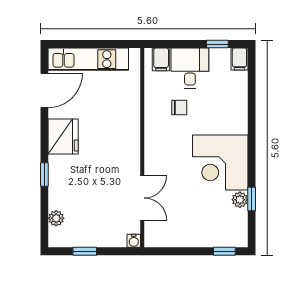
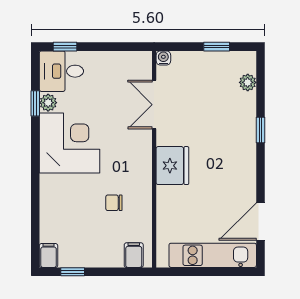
desk: (190, 68) -> (61, 71), moved, turned 90
fridge: (63, 136) -> (172, 166), moved, turned 180

